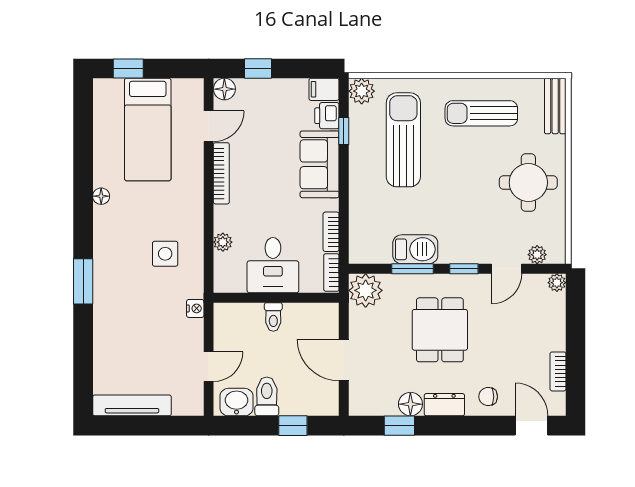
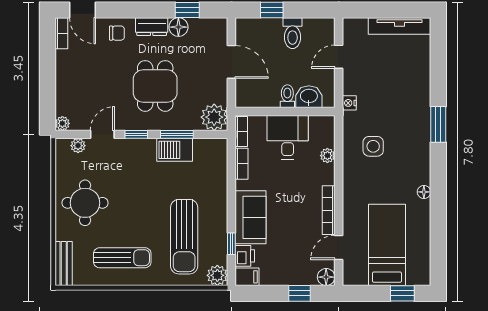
bookcase: (558, 371) -> (61, 33), moved
washbasin: (237, 402) -> (309, 97), moved, turned 180

